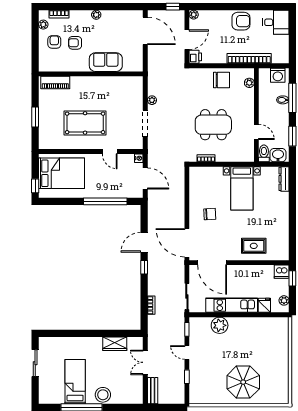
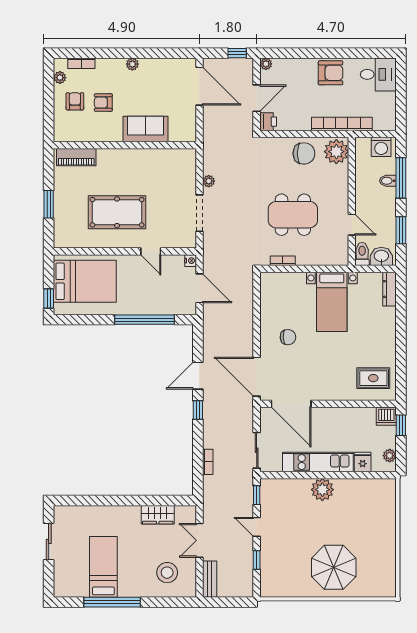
plant: (249, 83) -> (336, 152), width x1.88, depth x1.88
rug: (254, 246) -> (373, 378), moved
plant: (220, 325) -> (322, 490), moved
stool: (103, 395) -> (167, 573), moved

